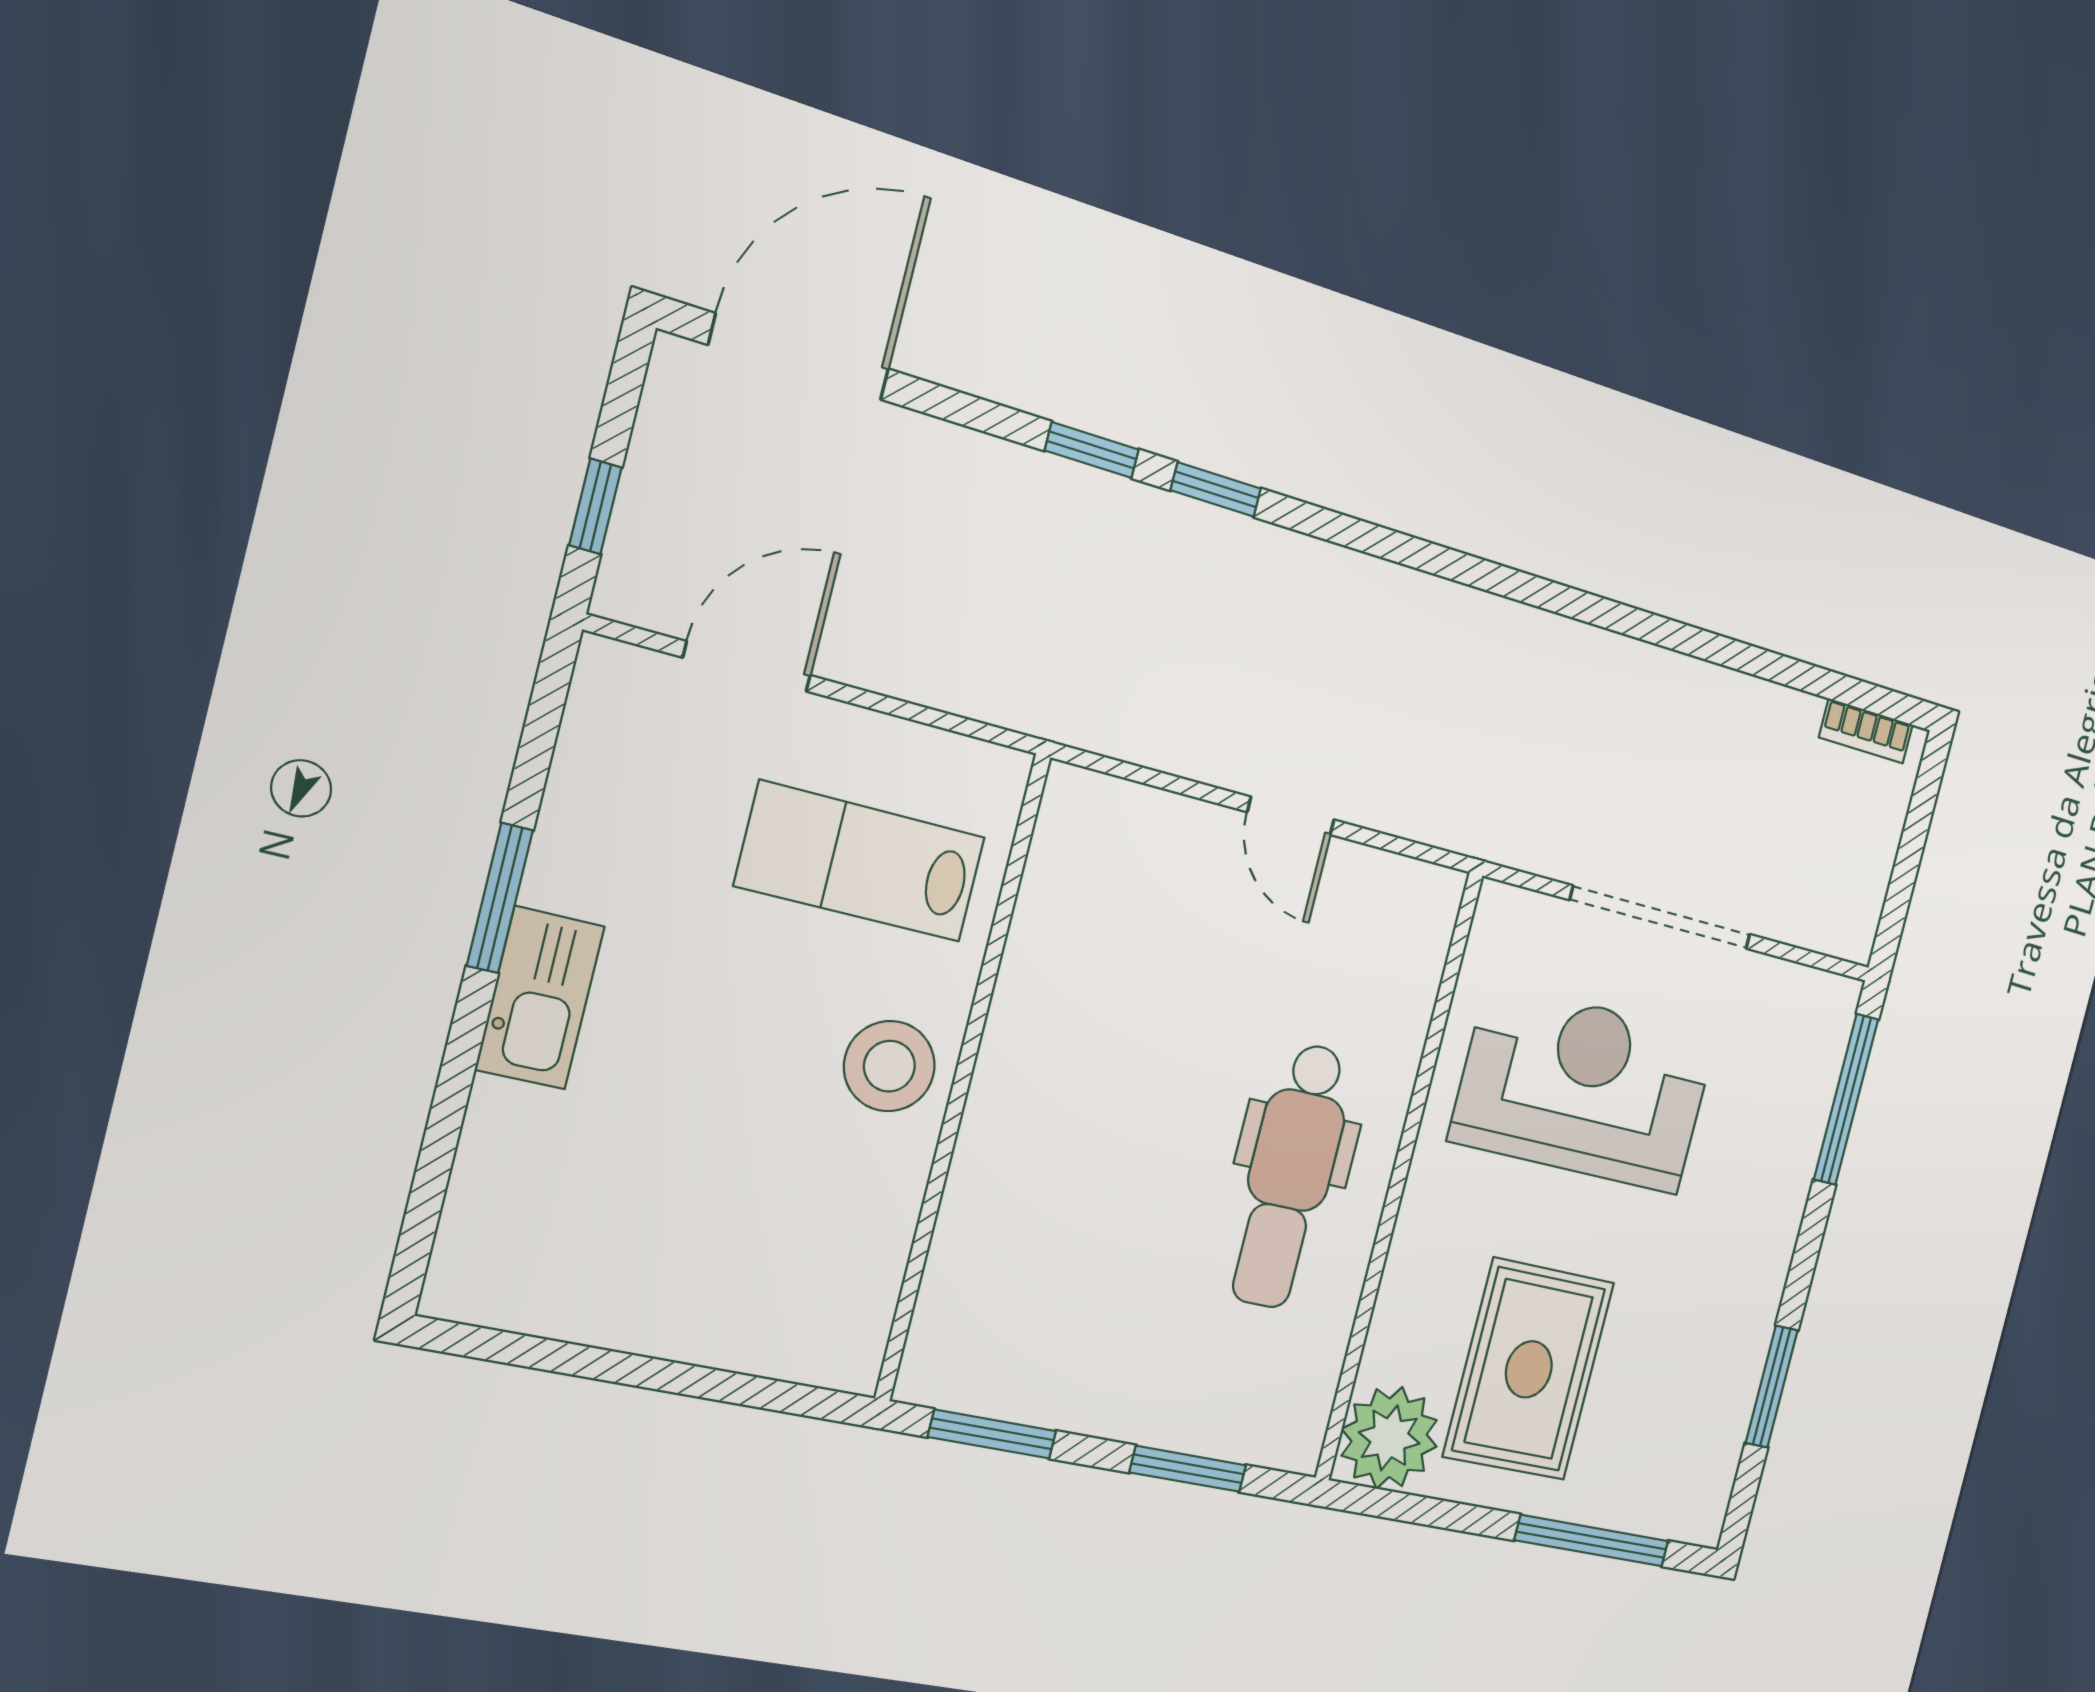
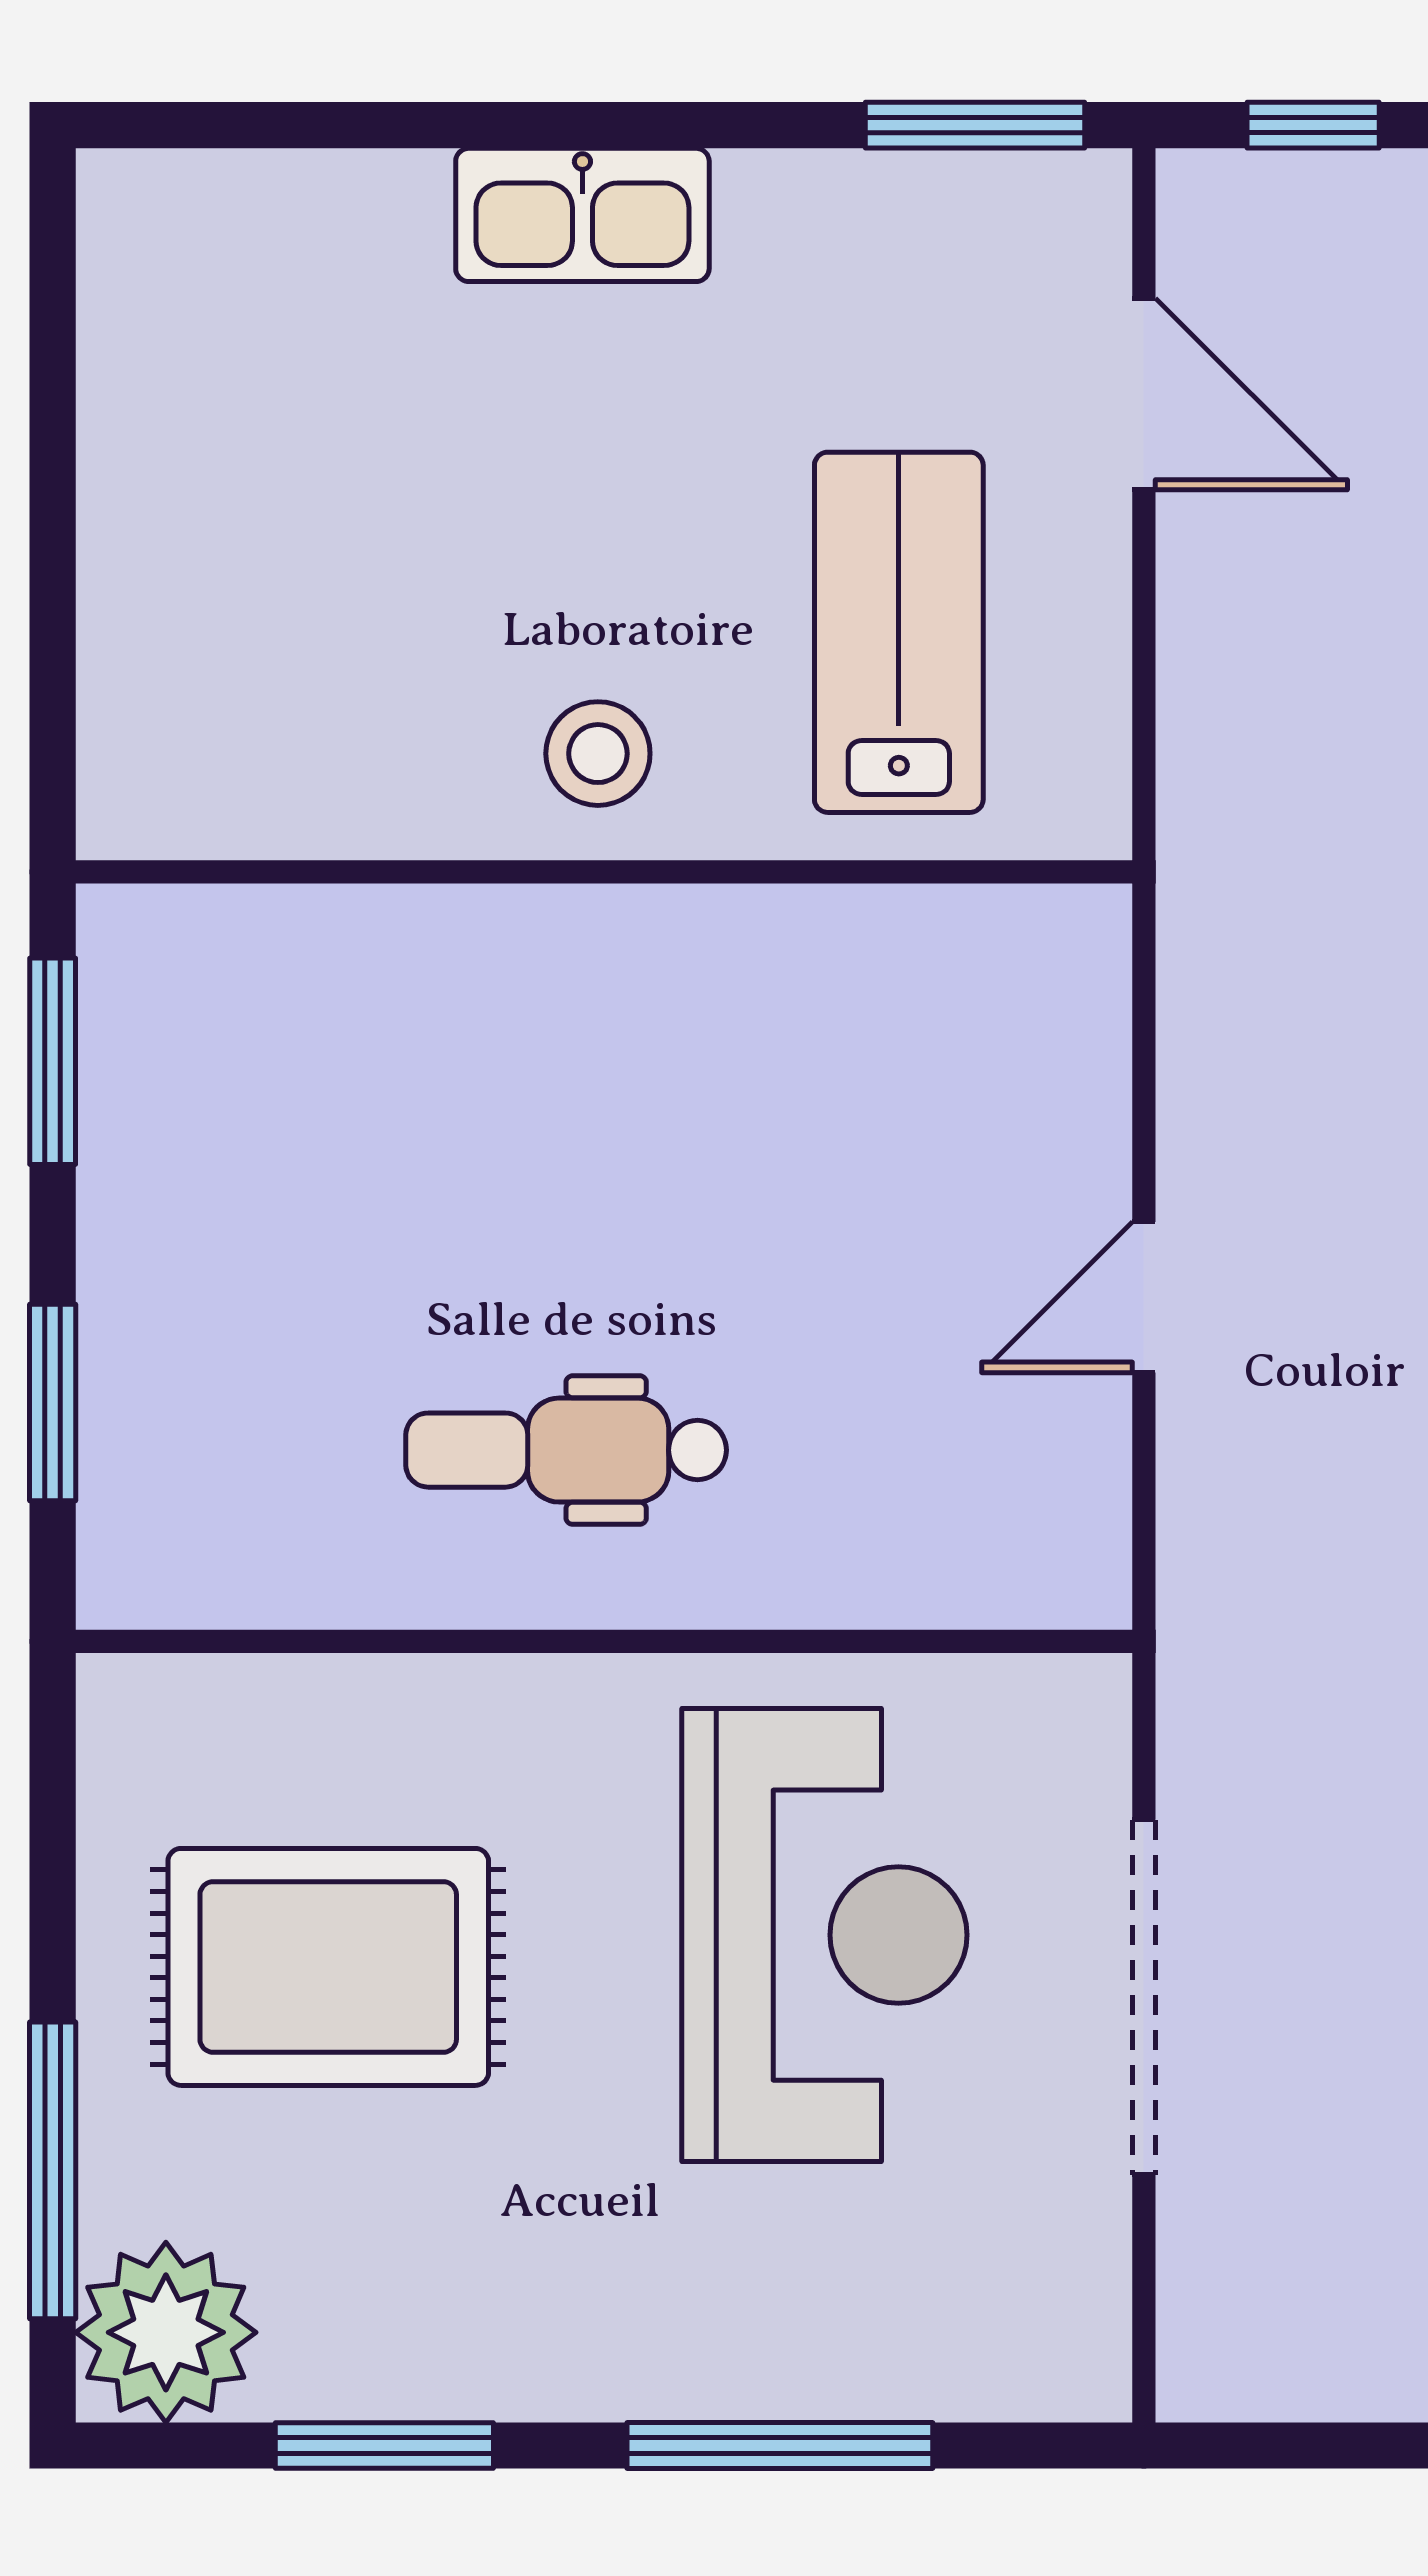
window: (500, 898) -> (975, 125), moved
stool: (889, 1066) -> (598, 754), width x0.73, depth x0.73
window: (1846, 1099) -> (780, 2445), moved
dental chair: (1290, 1176) -> (566, 1450), width x0.73, depth x0.72
plant: (1389, 1438) -> (166, 2332), moved

